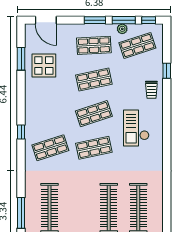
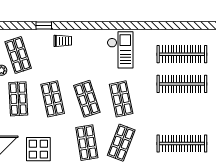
shop shelf: (50, 114) -> (87, 143), added
checkout: (136, 128) -> (120, 50), moved, turned -90
shop shelf: (50, 148) -> (121, 143), turned 39

